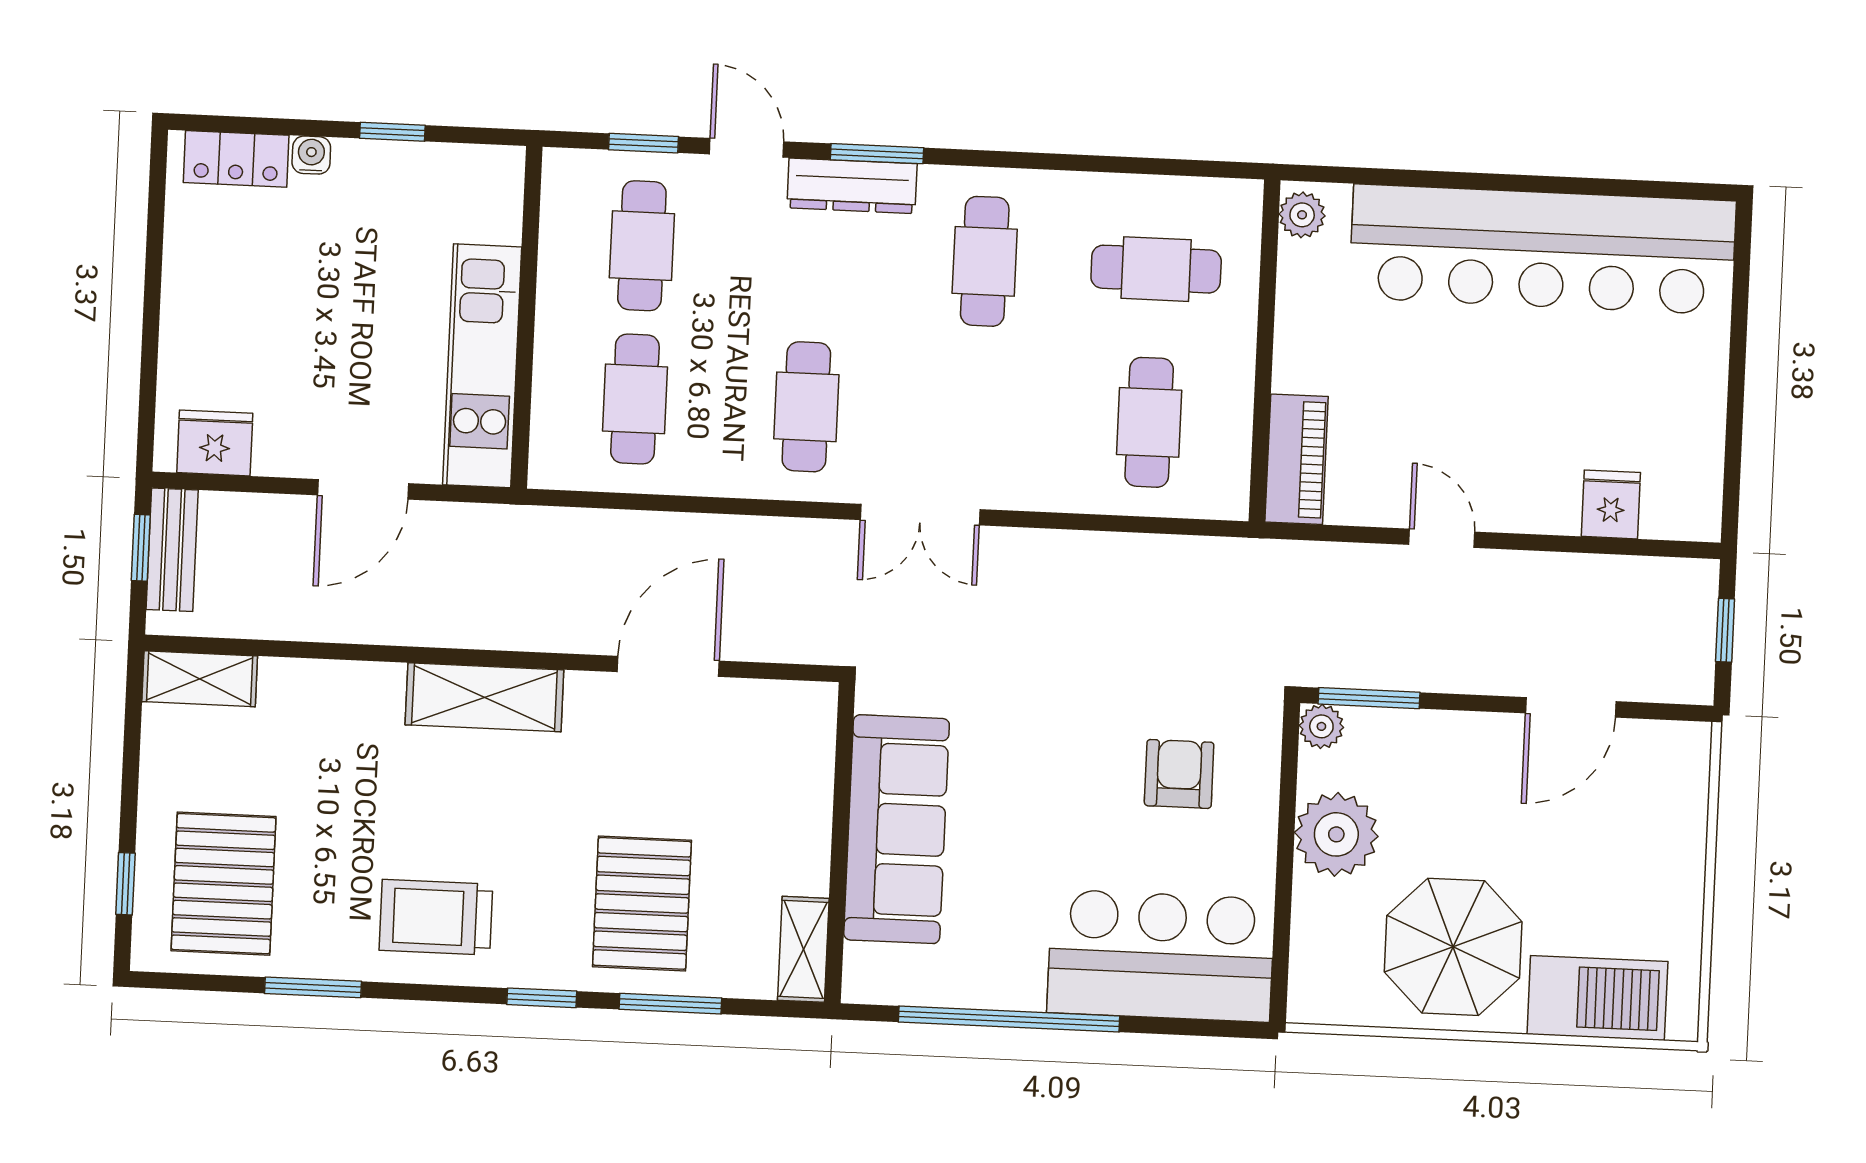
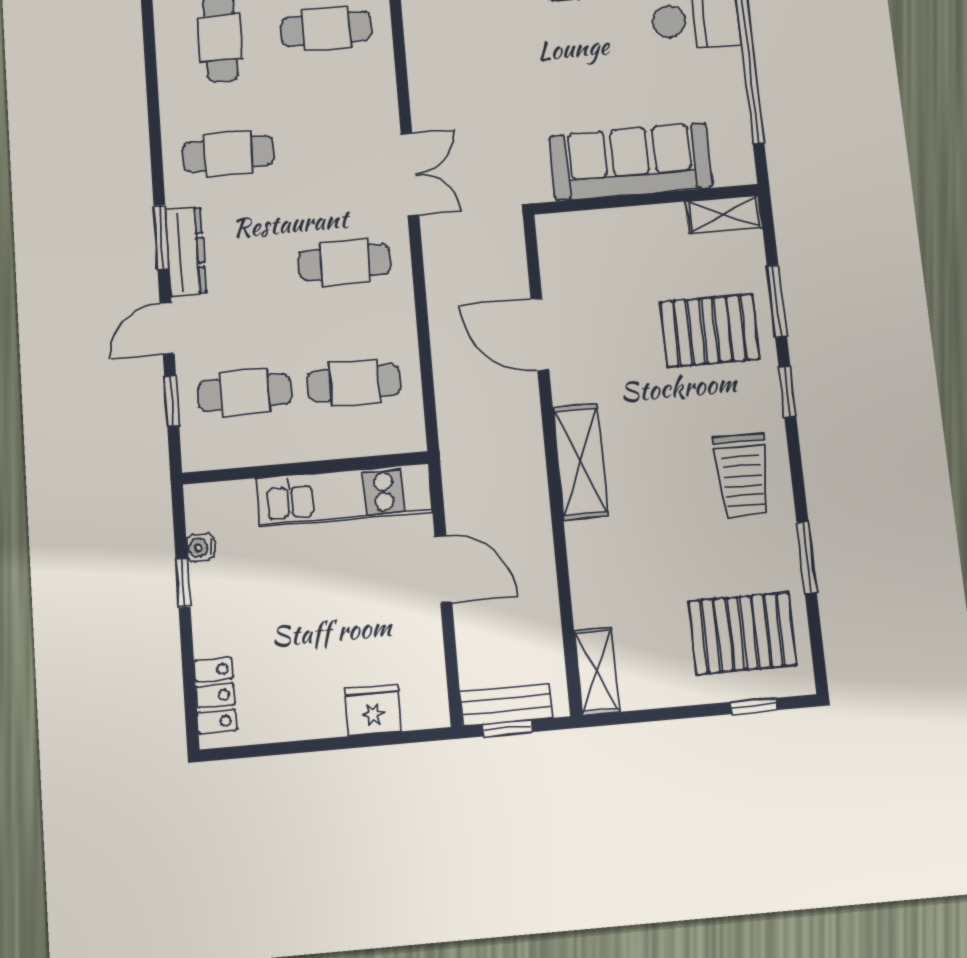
water cooler: (311, 155) -> (200, 547), moved
fridge: (215, 443) -> (373, 710), moved, turned 90

